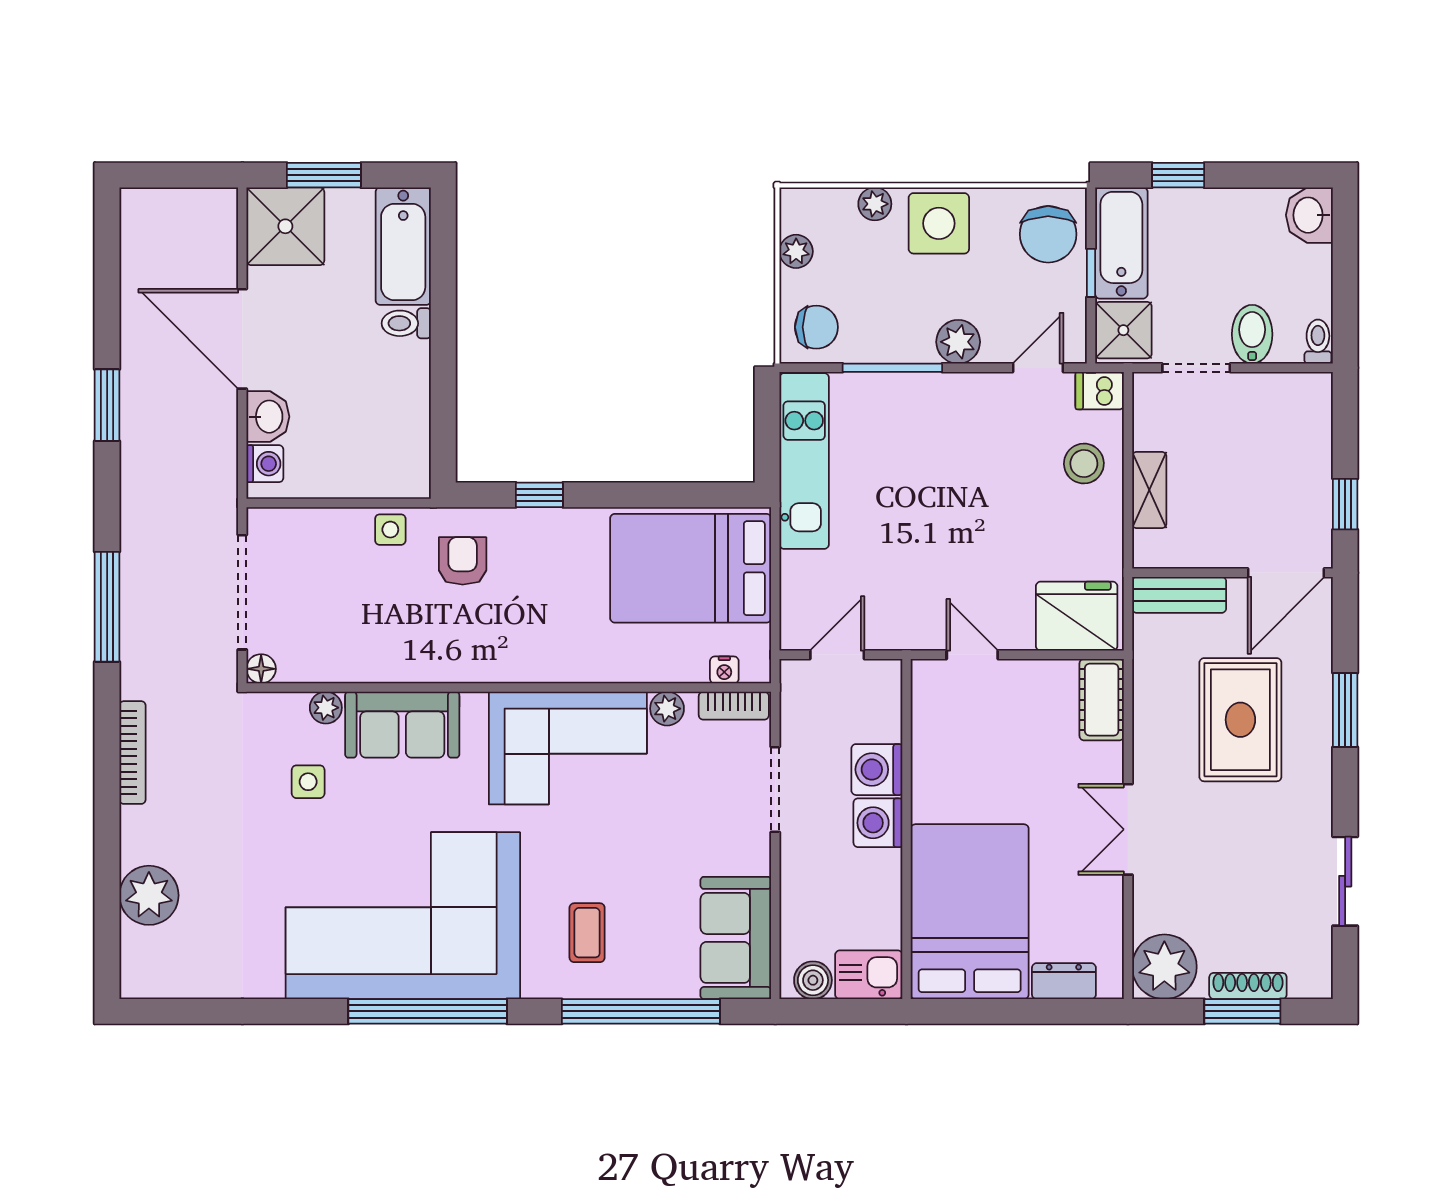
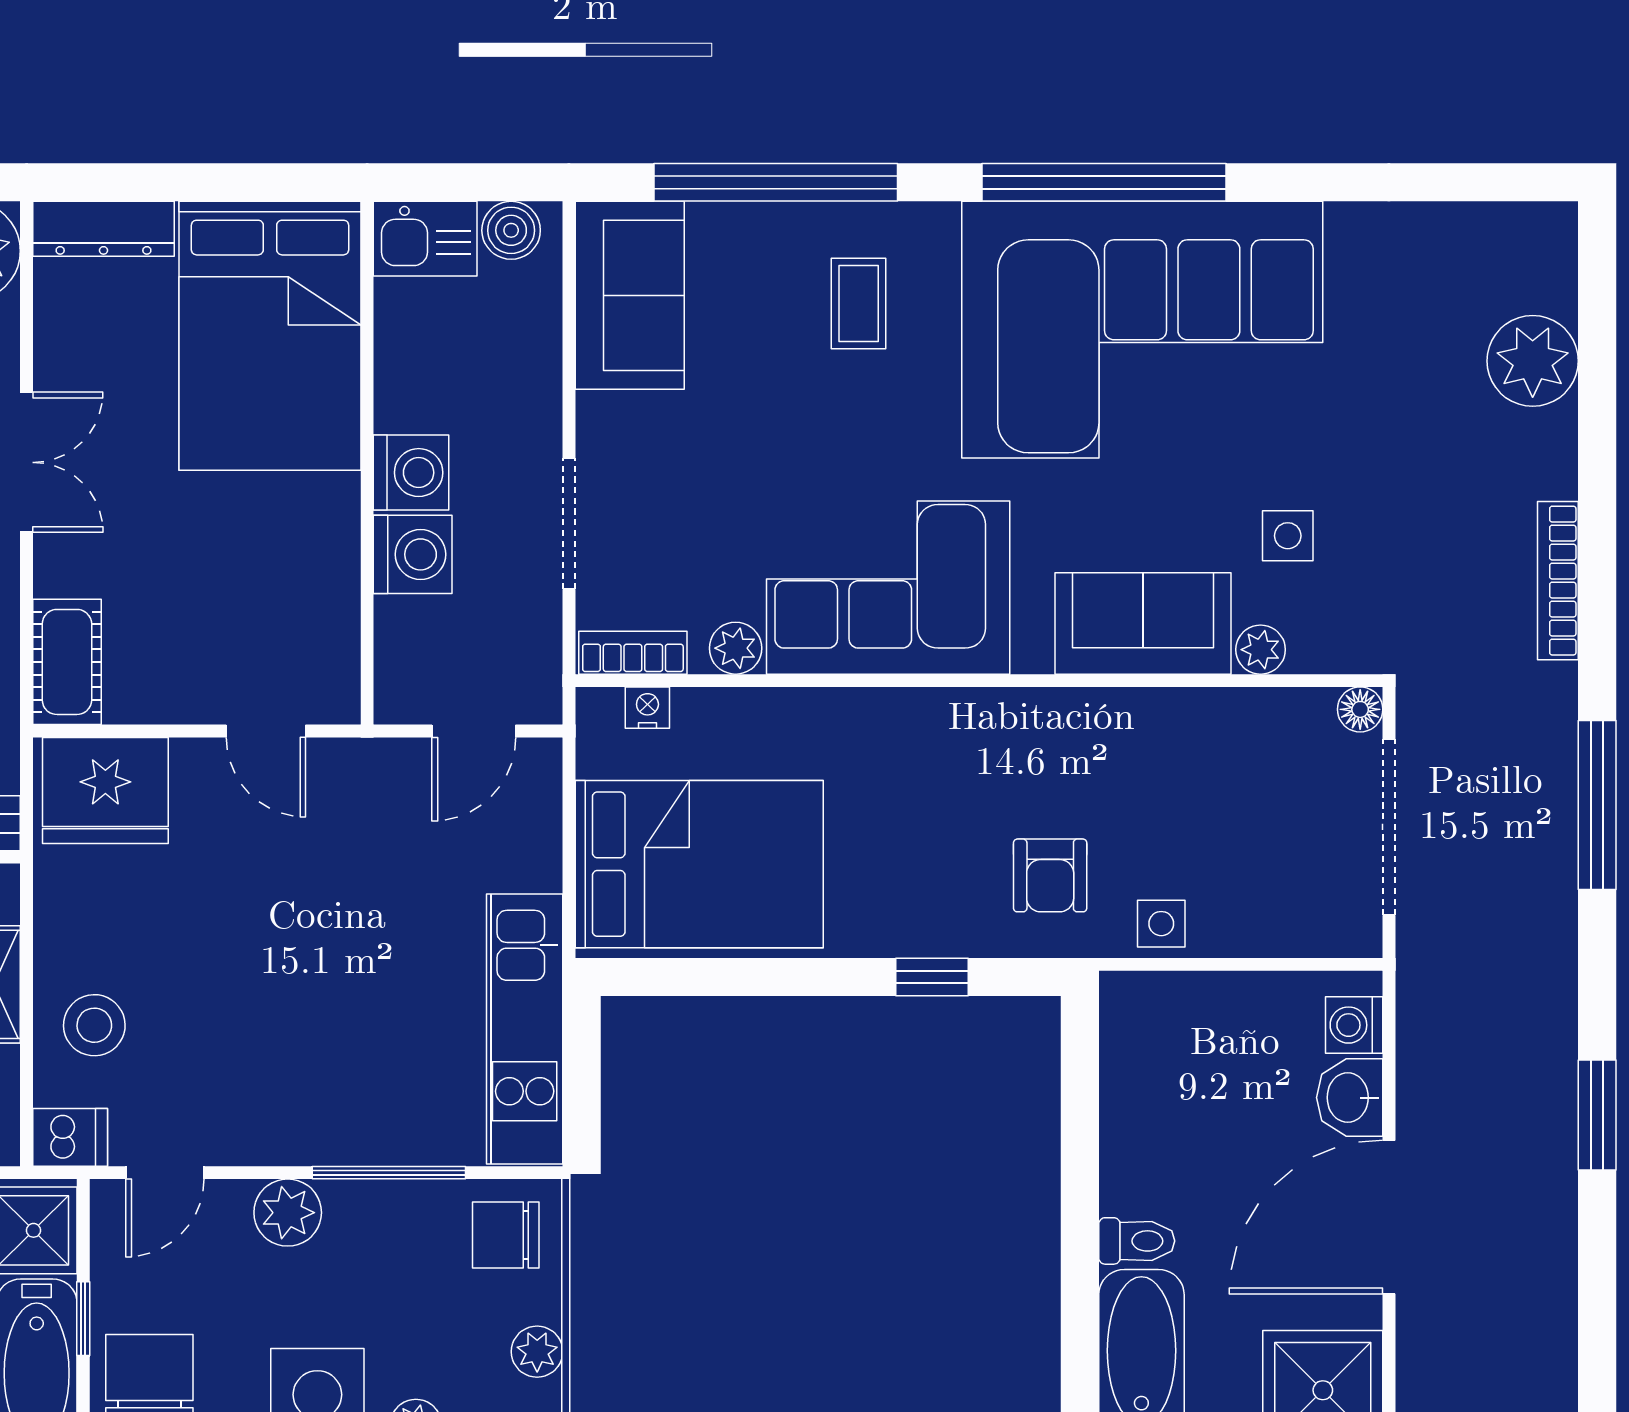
door: (242, 339) -> (1389, 1217), swing flipped
dresser: (1064, 981) -> (103, 229), width x1.44

